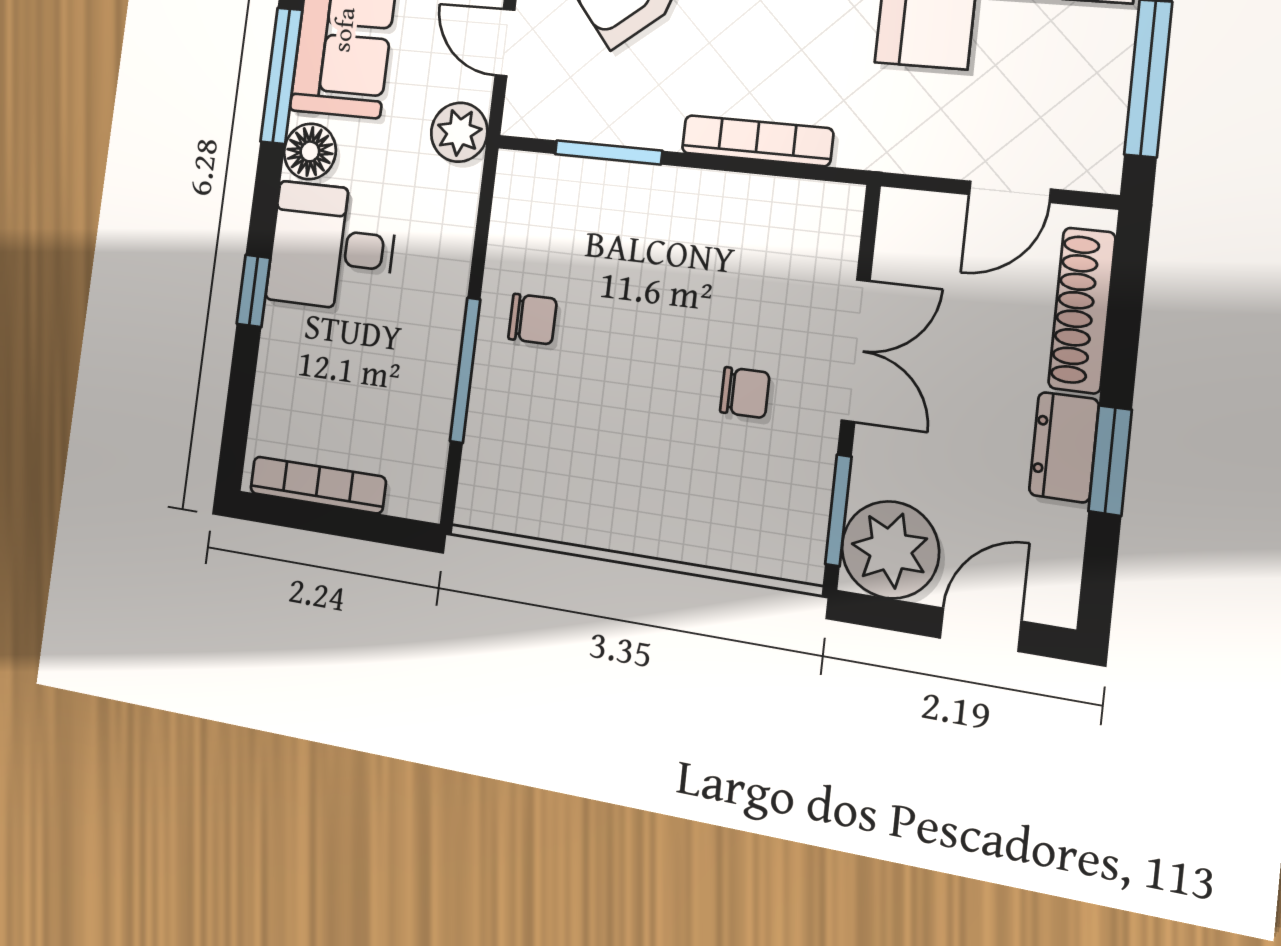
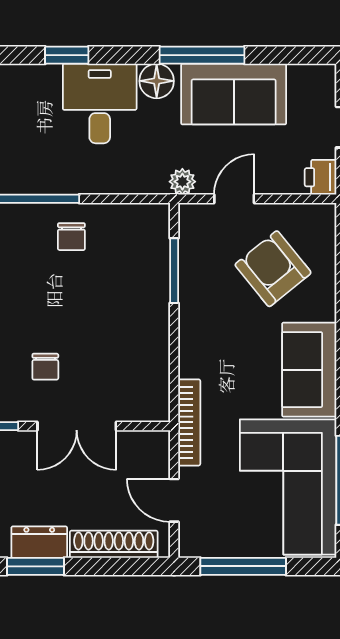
plant: (459, 132) -> (182, 182), width x0.73, depth x0.73
bookcase: (757, 141) -> (189, 422), moved

